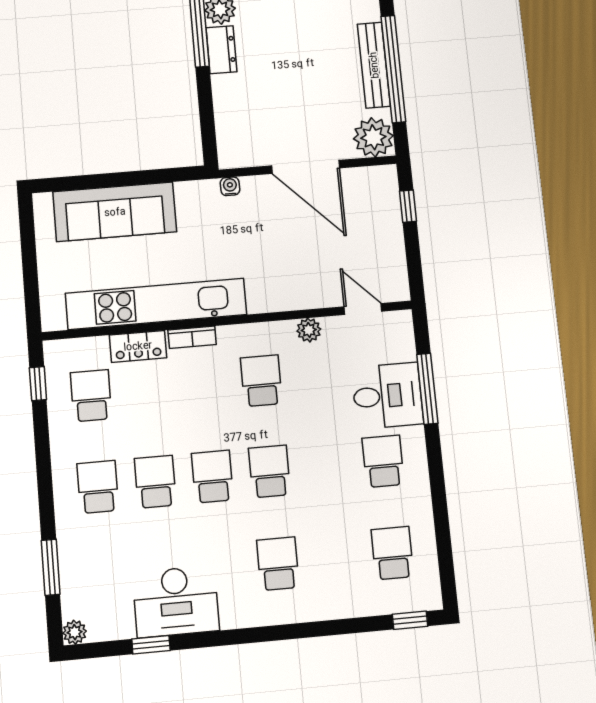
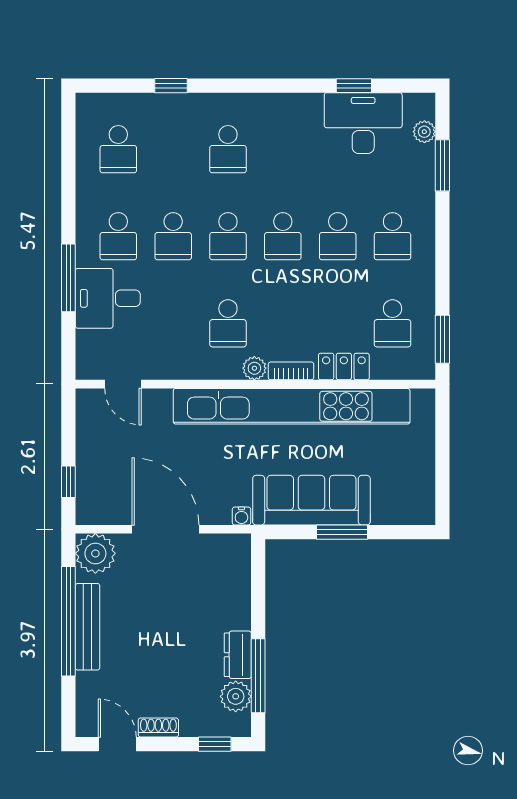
window: (127, 179) -> (342, 532), added
sofa: (115, 212) -> (311, 500), moved
kitchen unit: (156, 304) -> (292, 406), width x1.36
plant: (309, 330) -> (254, 368), moved
window: (38, 384) -> (442, 339), width x1.50
window: (427, 389) -> (68, 278), moved
school desk: (326, 466) -> (173, 236), added
desk: (176, 602) -> (363, 123), moved
window: (410, 620) -> (171, 86), moved
plant: (75, 632) -> (424, 132), moved

